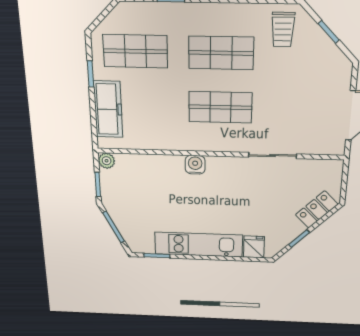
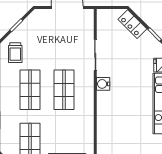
trolley: (283, 29) -> (15, 53), turned 90
water cooler: (195, 165) -> (103, 84), moved

